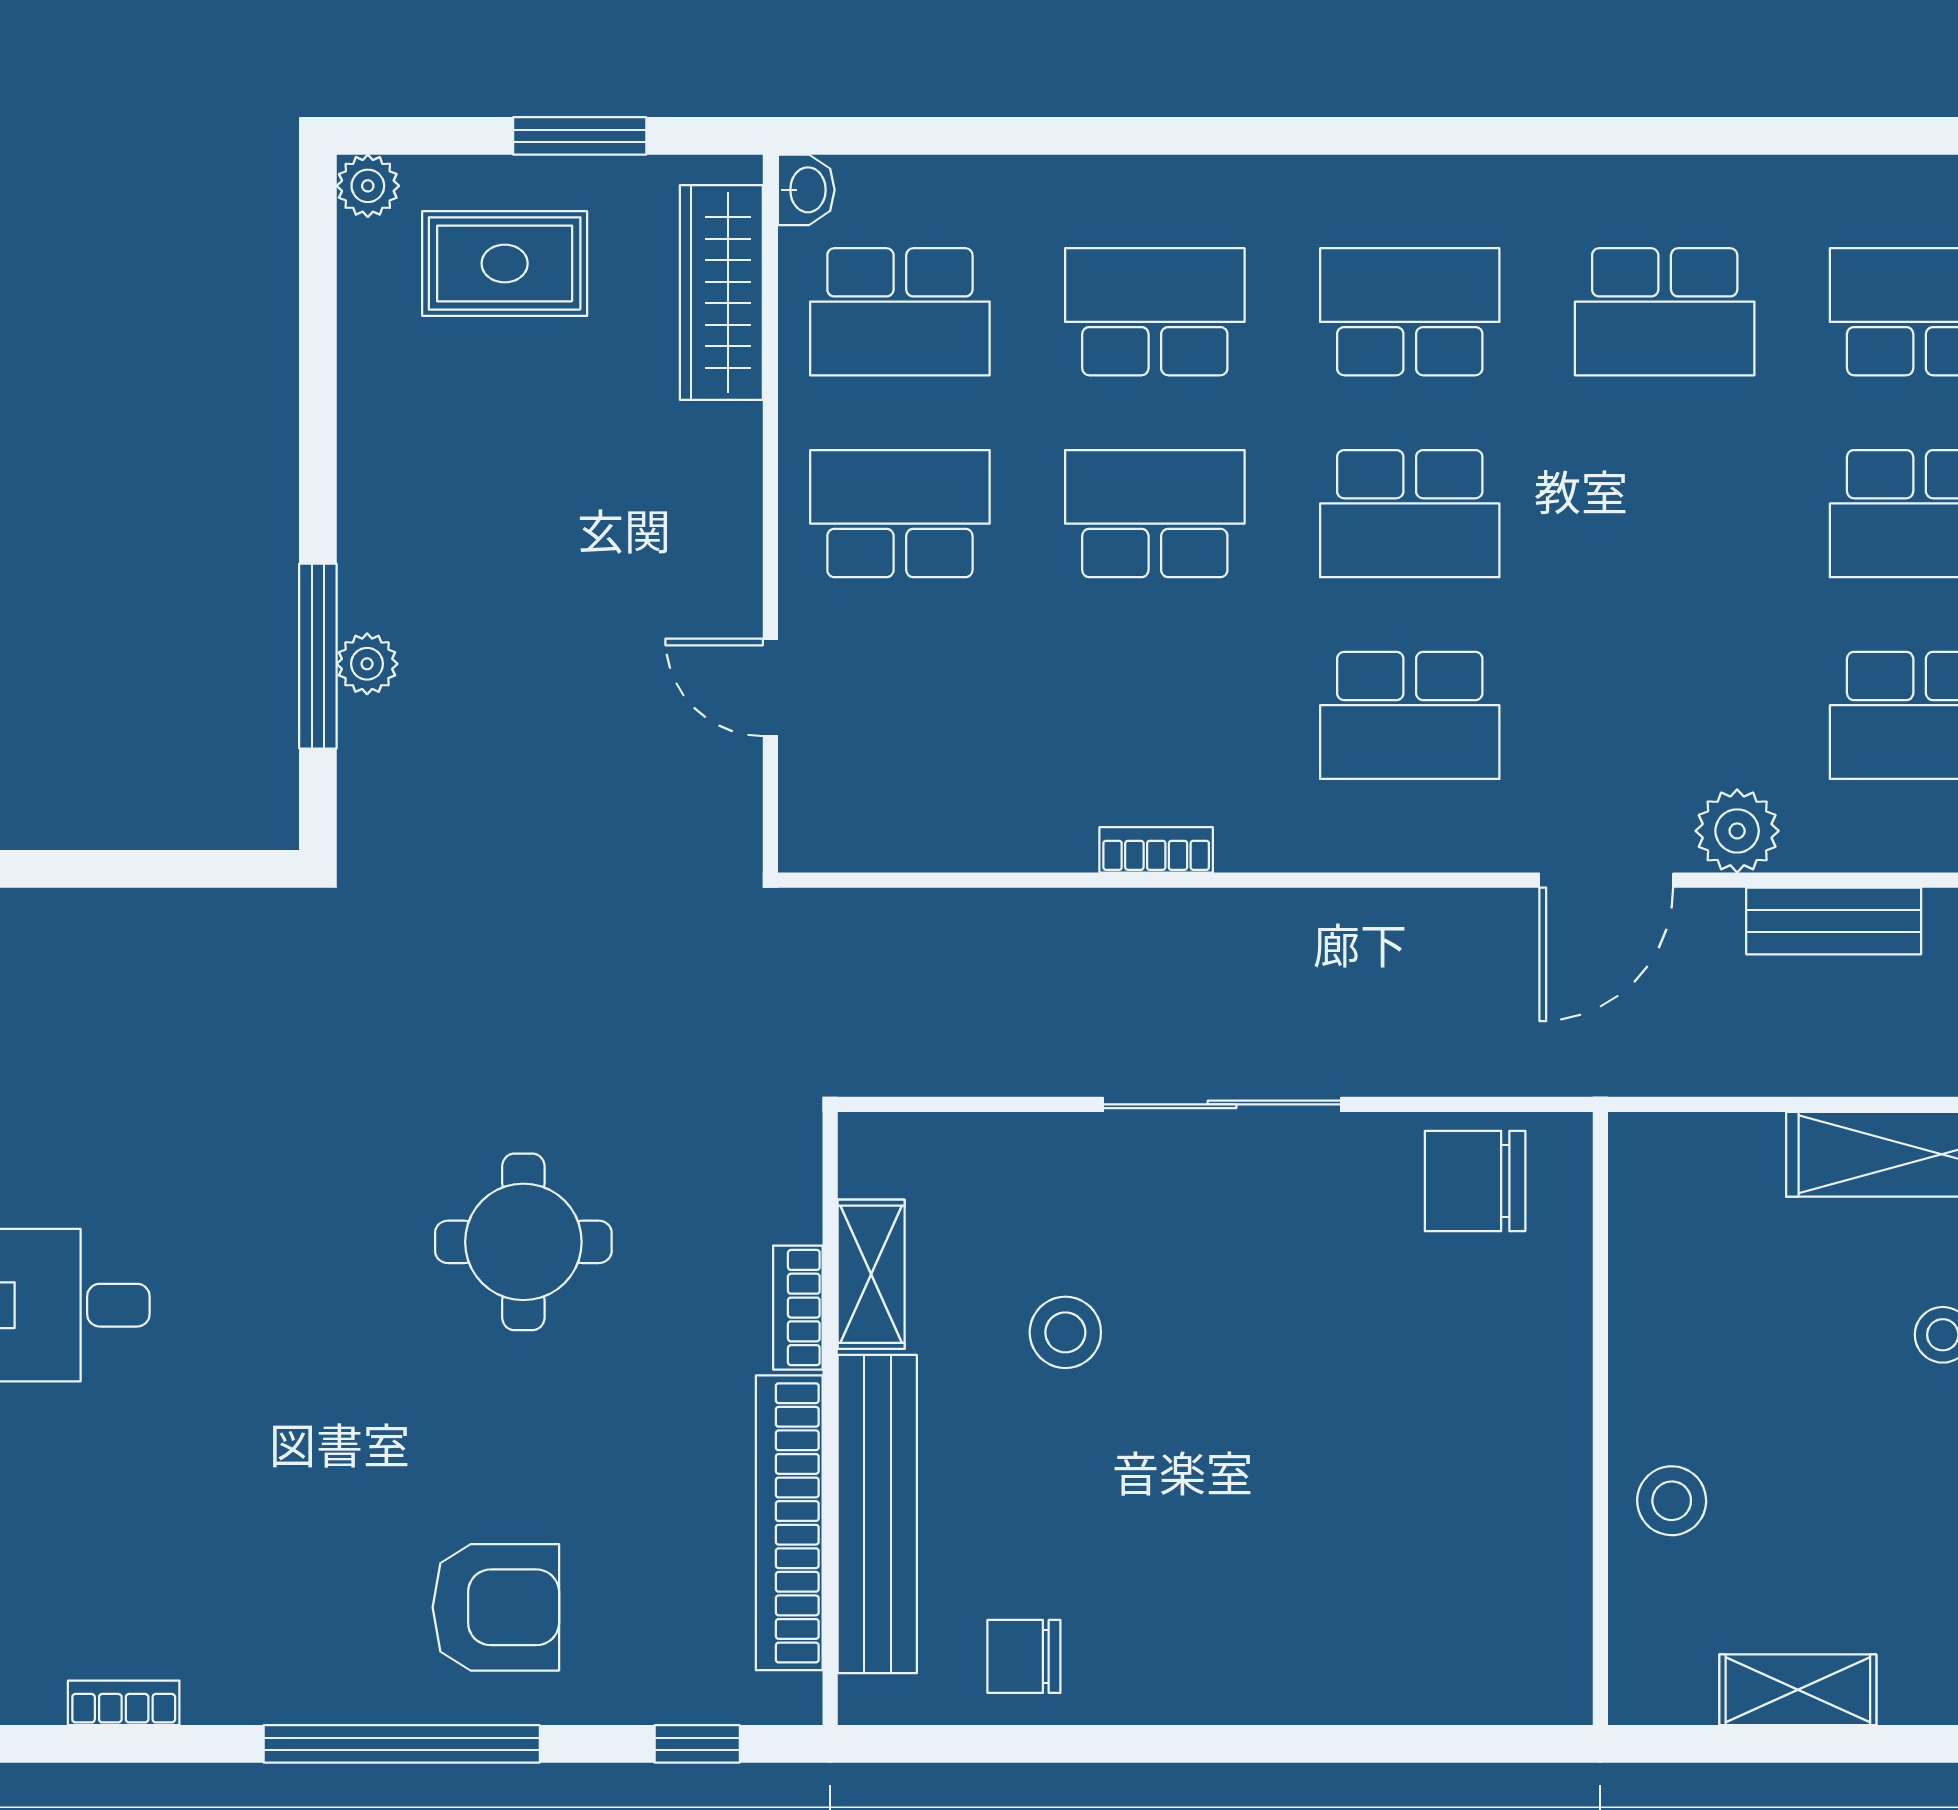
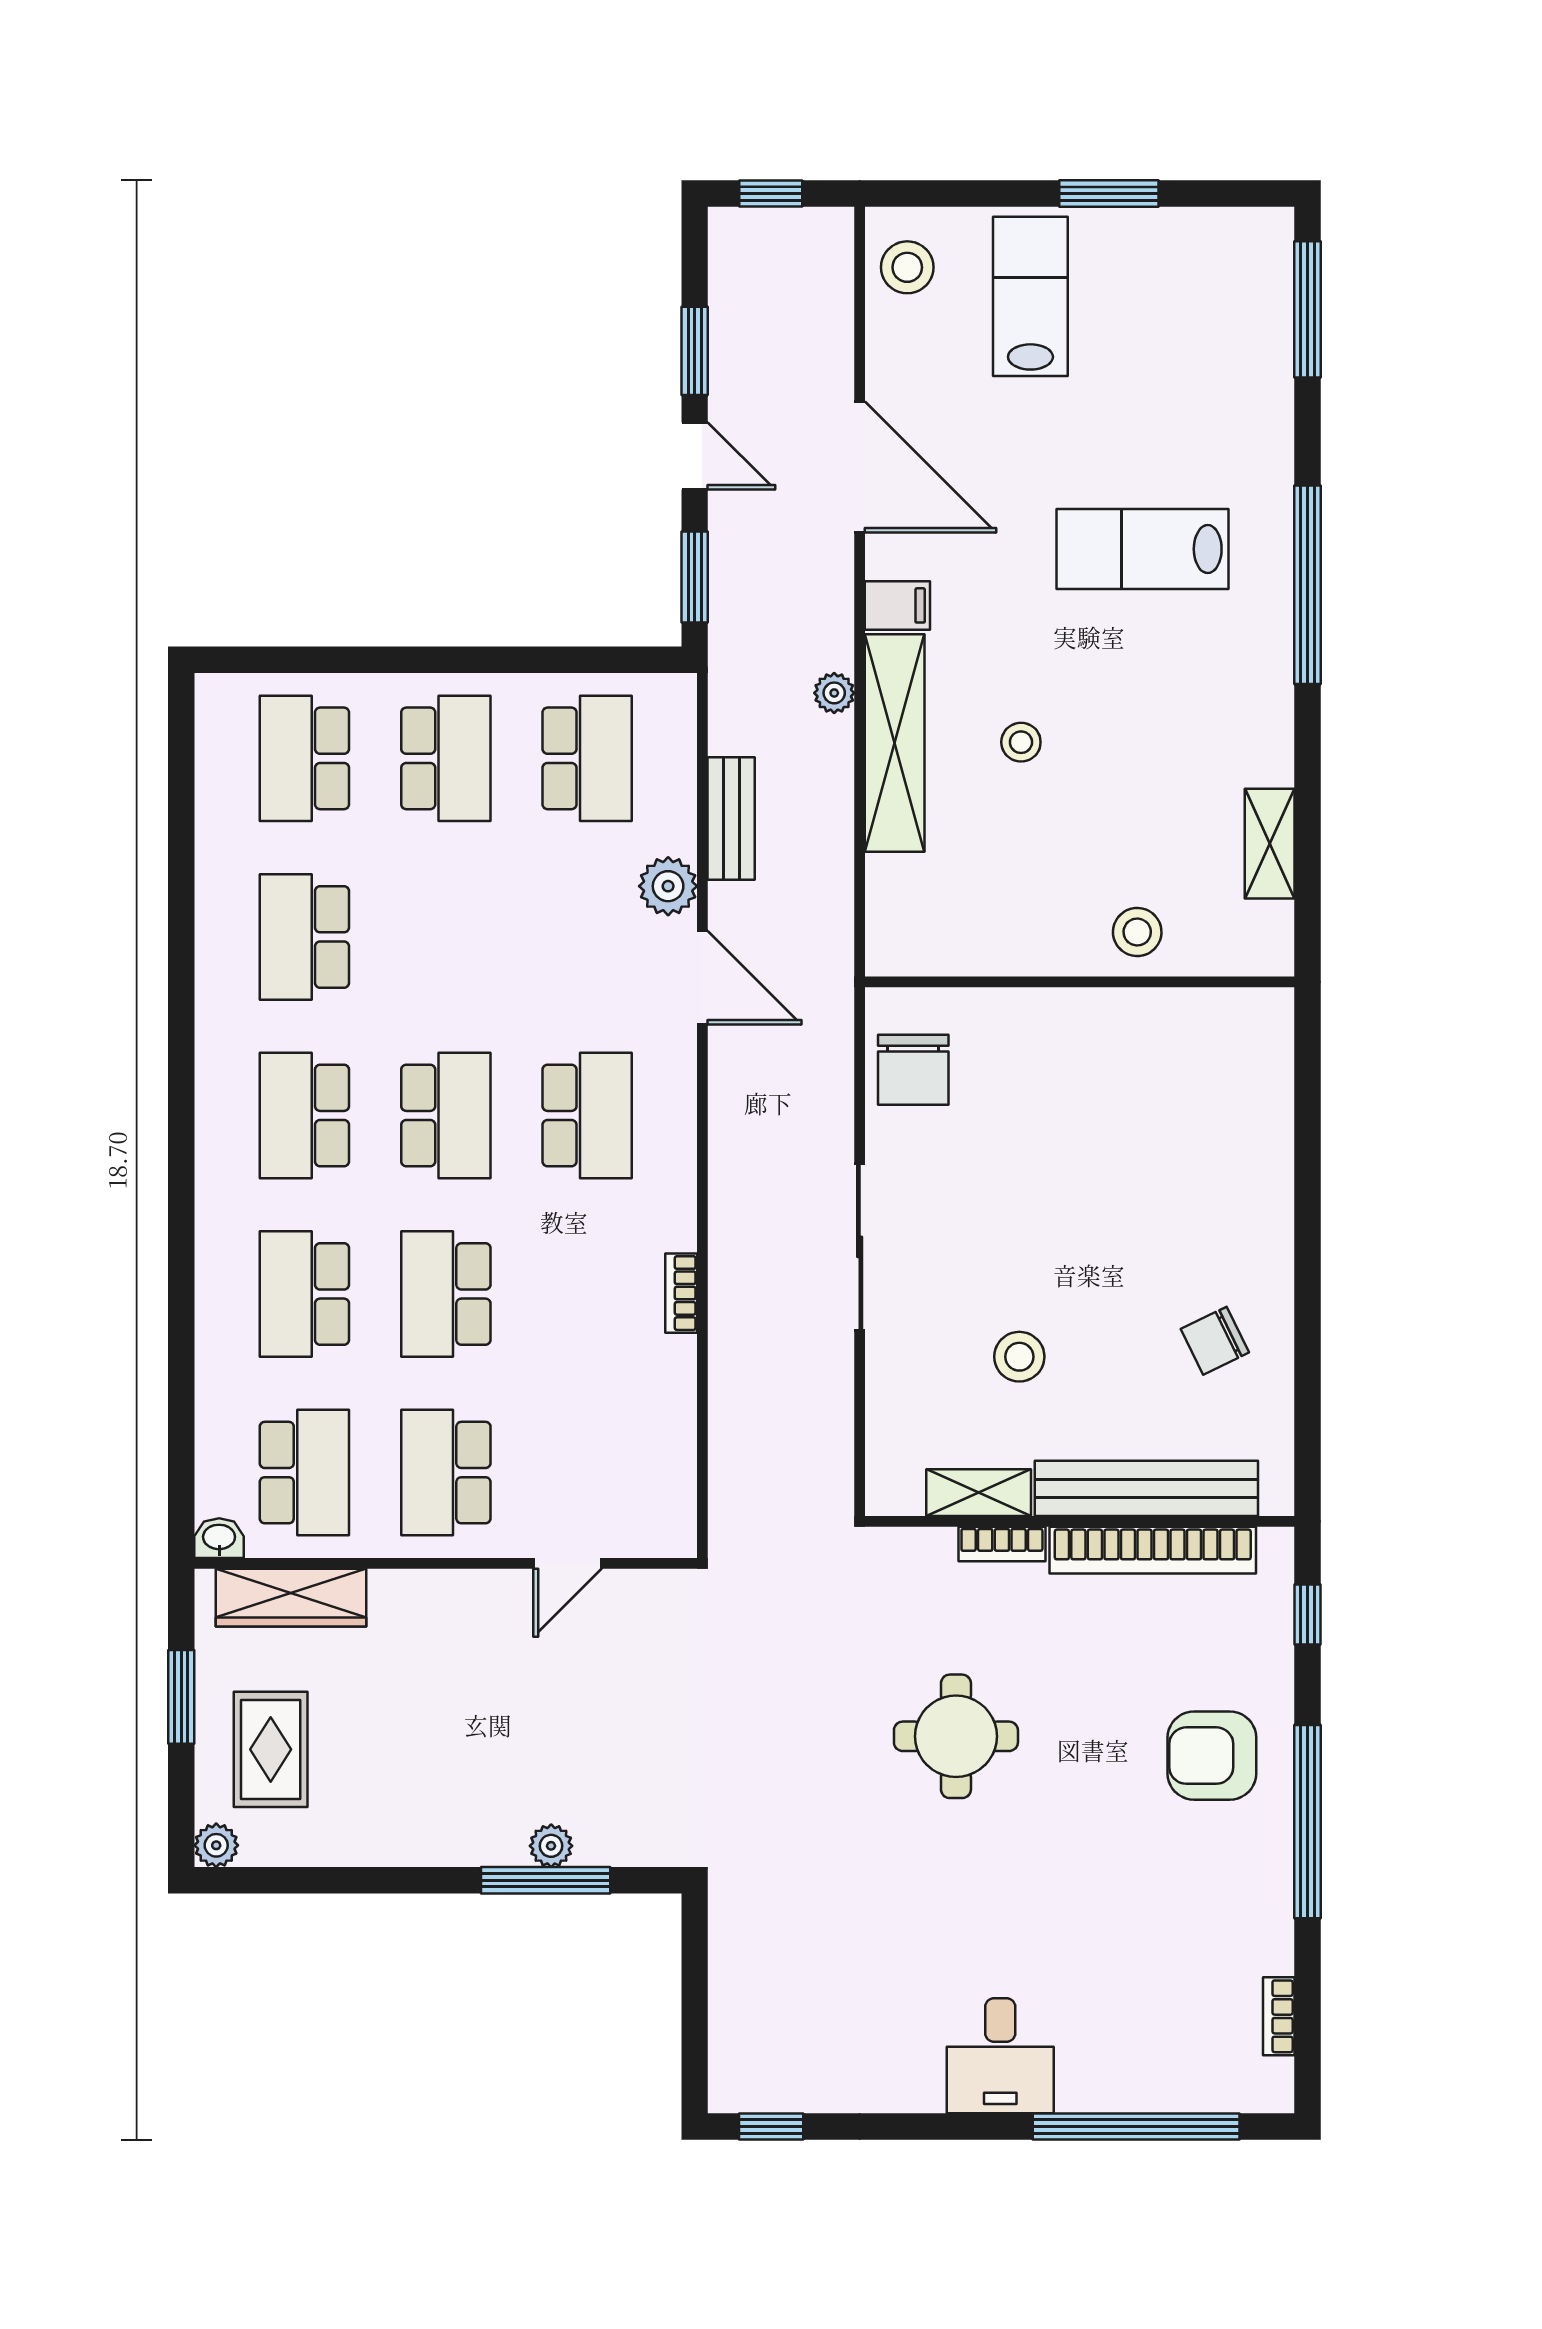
school desk: (1665, 312) -> (304, 937), turned 180
armchair: (496, 1607) -> (1212, 1756), turned -90
chair: (1024, 1656) -> (1215, 1341), moved, turned 64

